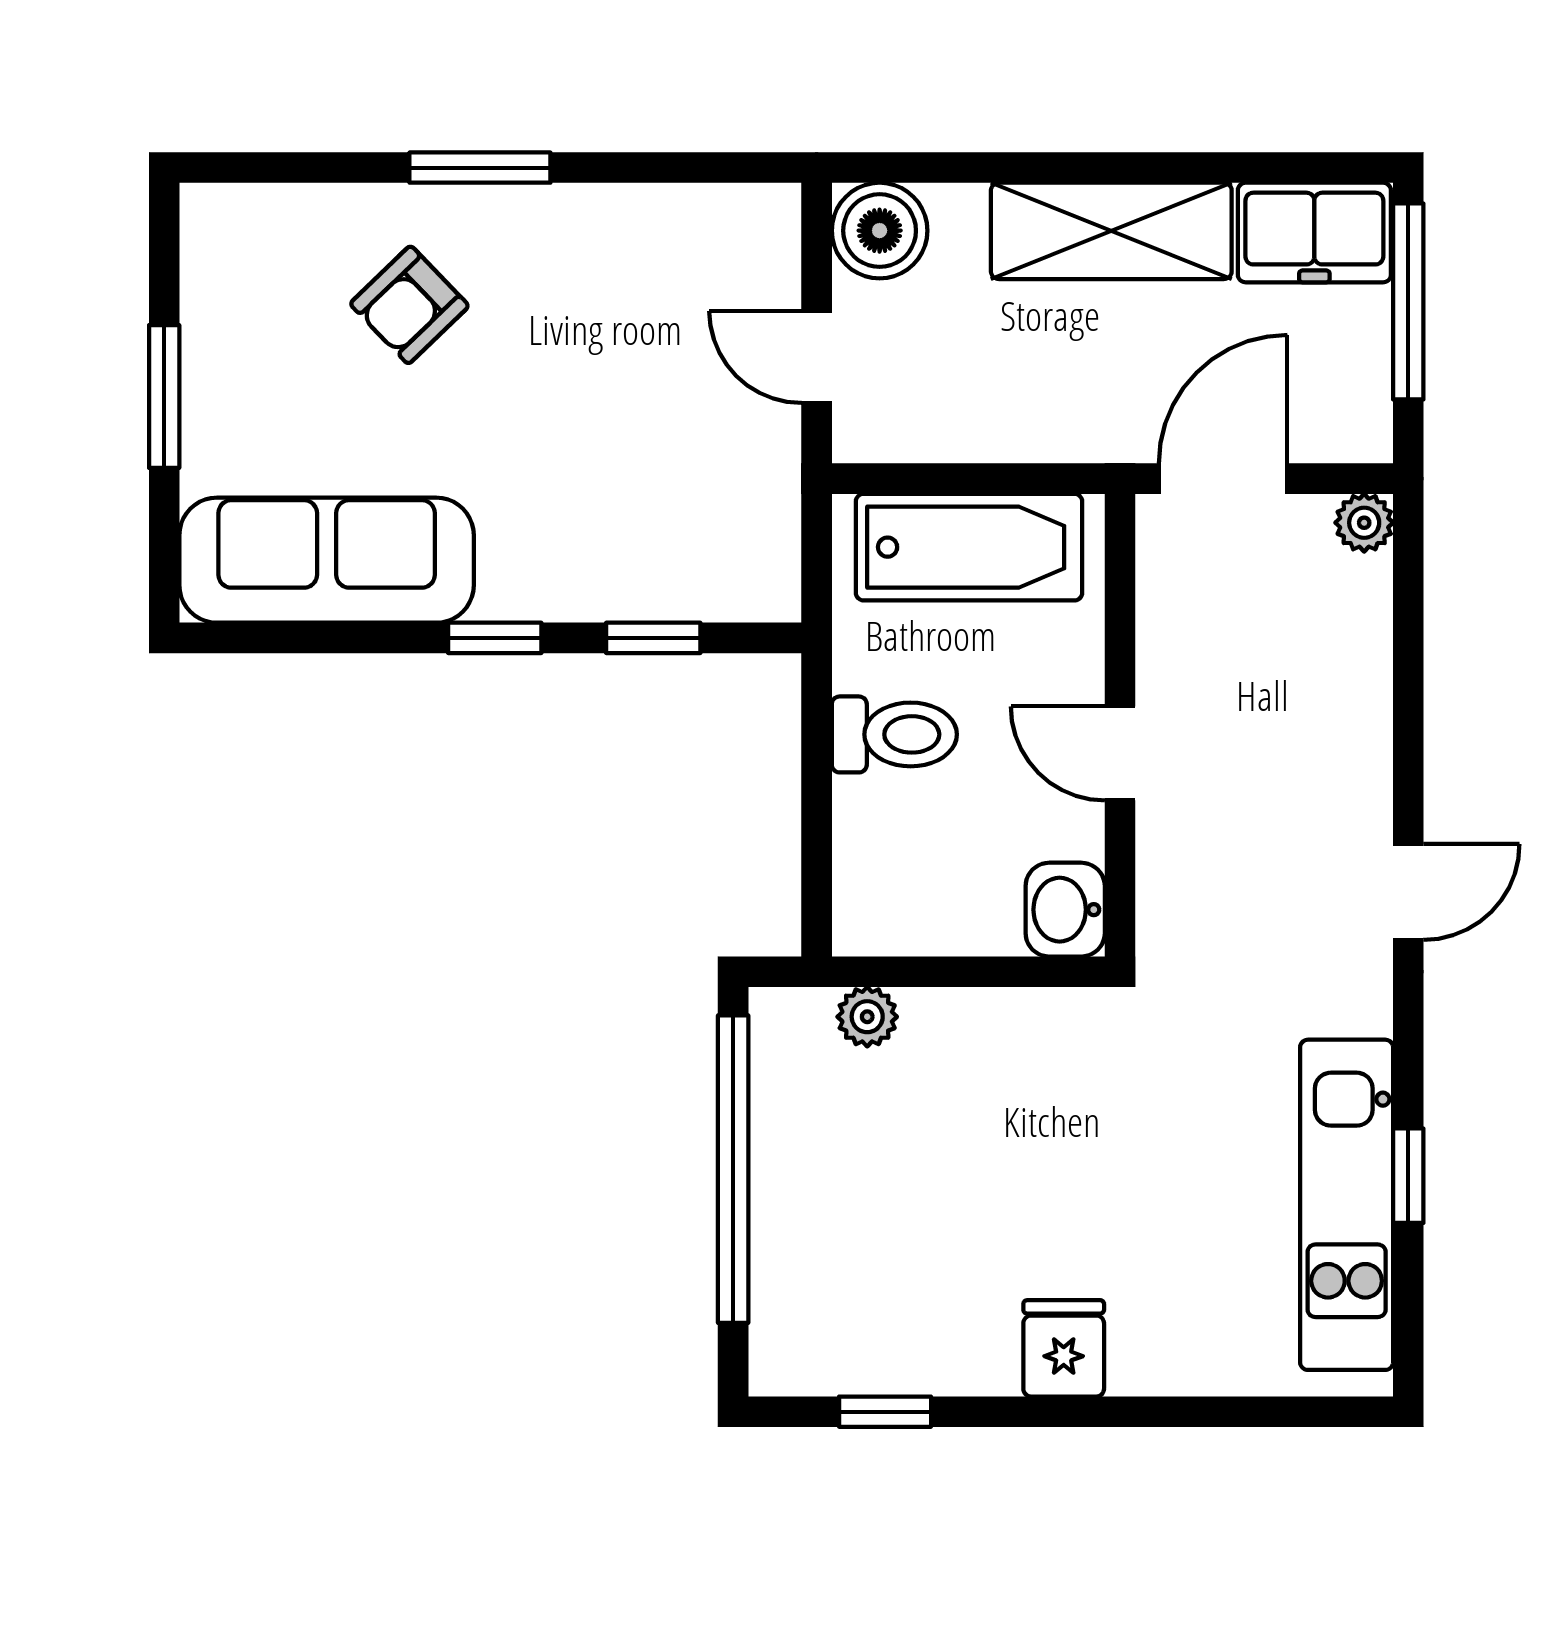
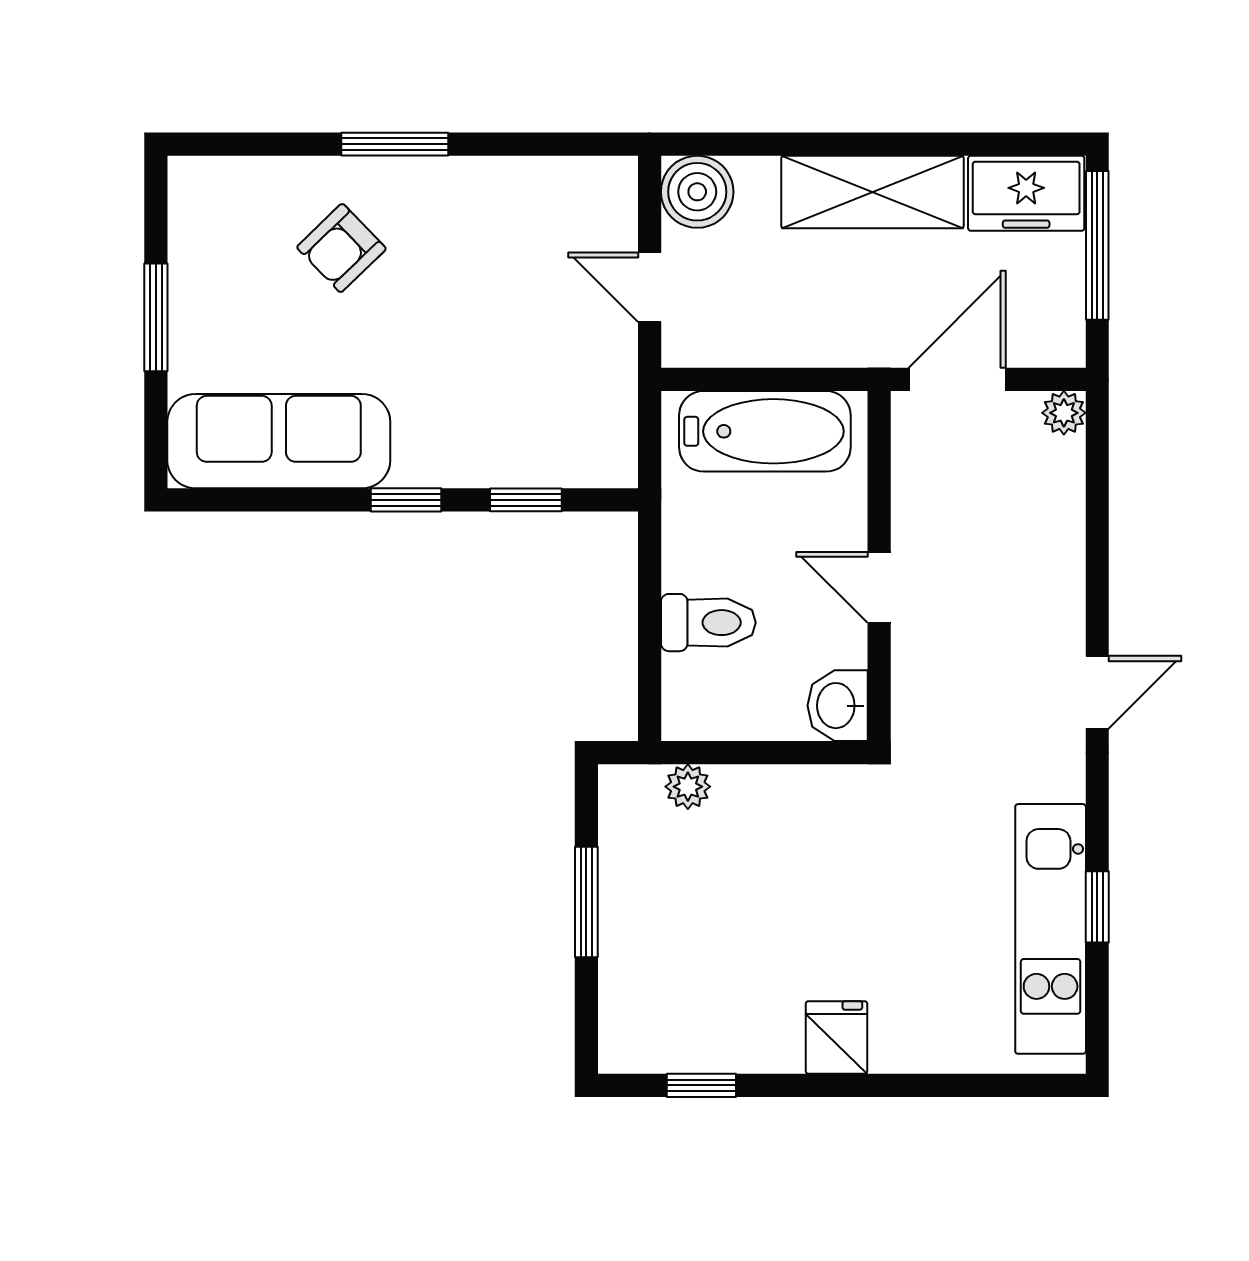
toilet: (894, 734) -> (708, 623), moved
window: (733, 1169) -> (586, 902), width x0.47

